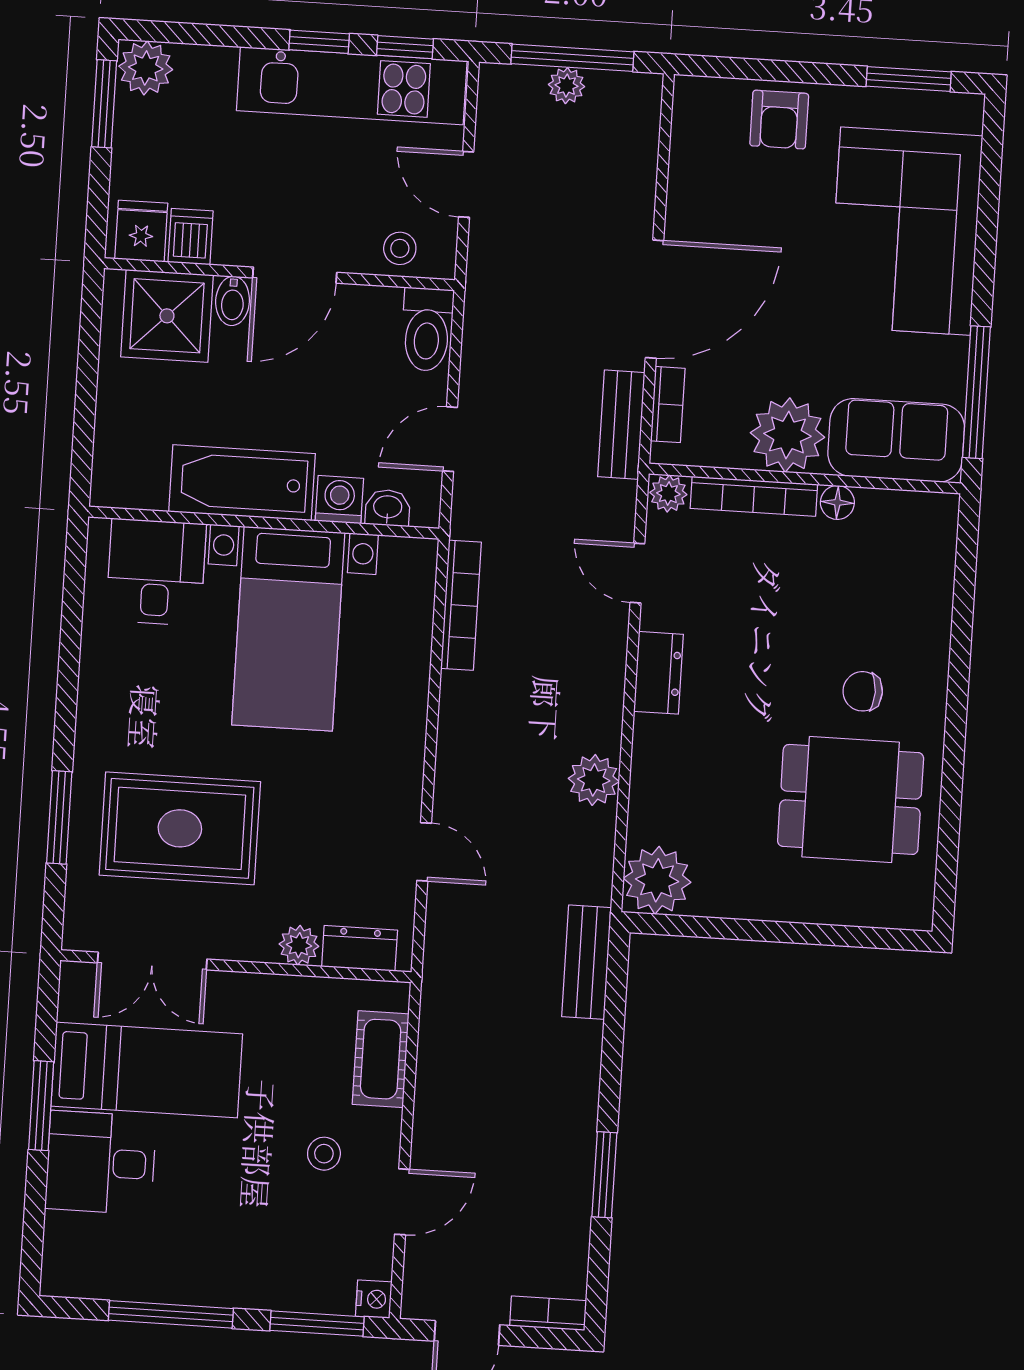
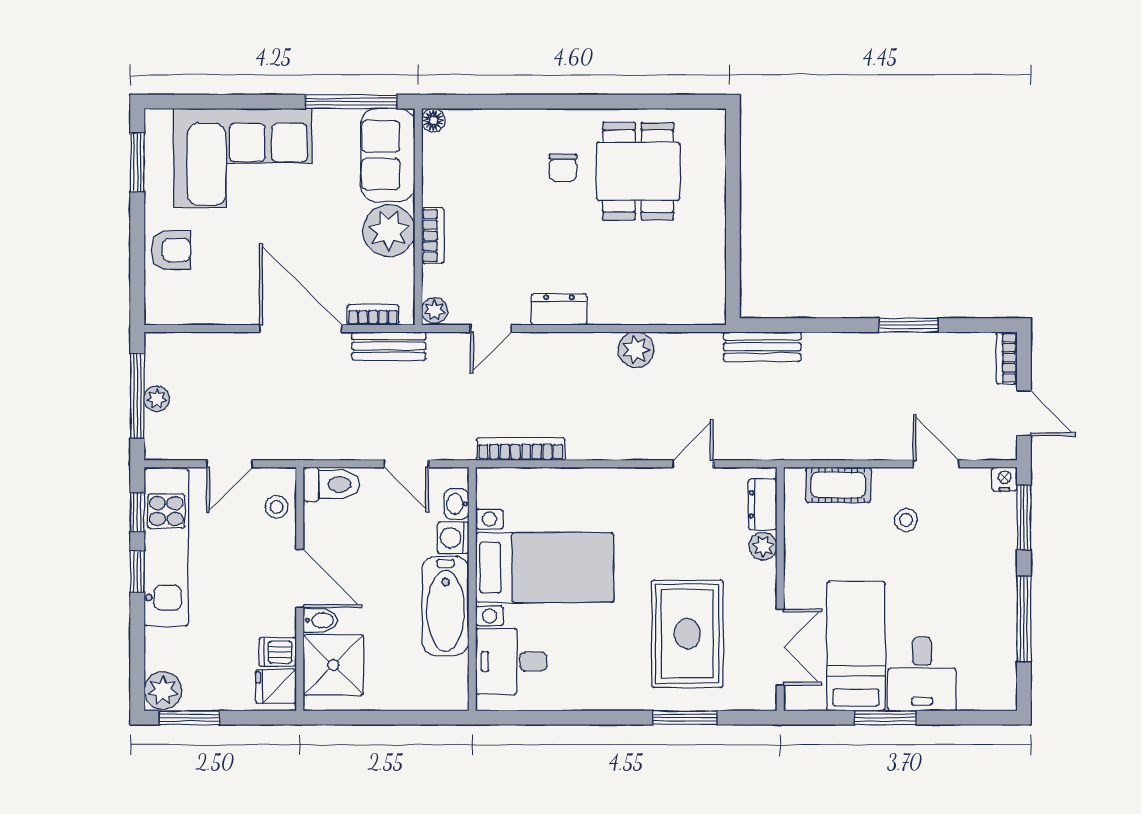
bookcase: (754, 496) -> (433, 236), width x0.64
floor lamp: (837, 502) -> (433, 120), moved
plant: (657, 880) -> (702, 301), removed

